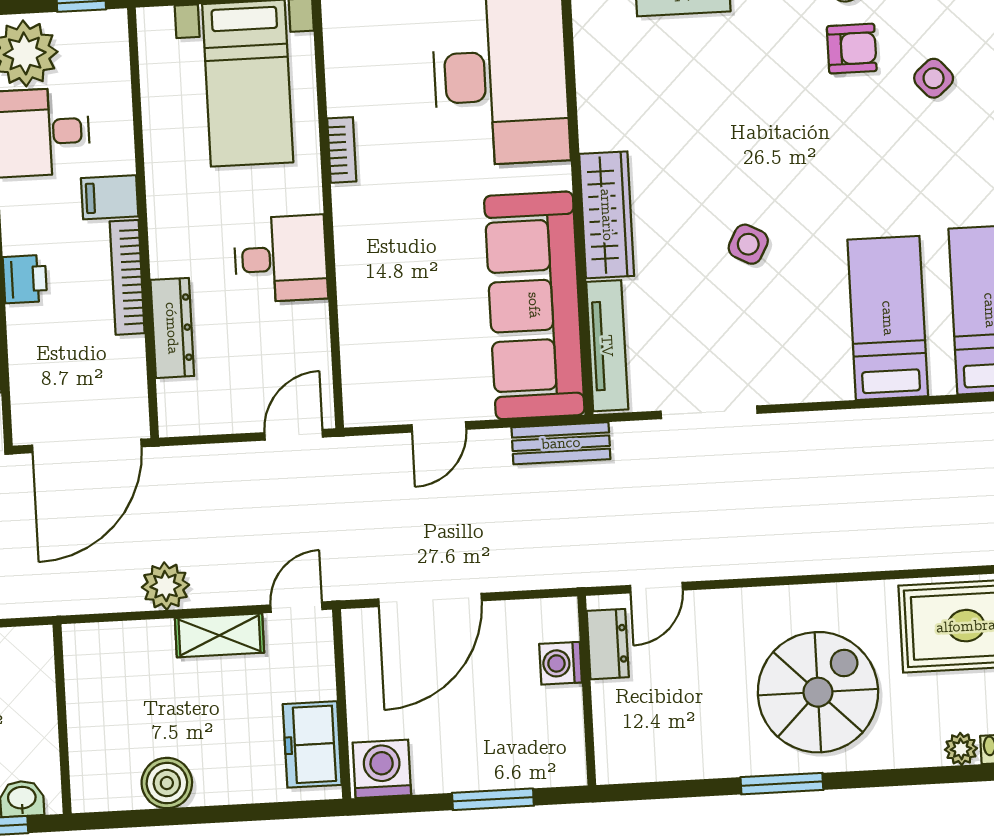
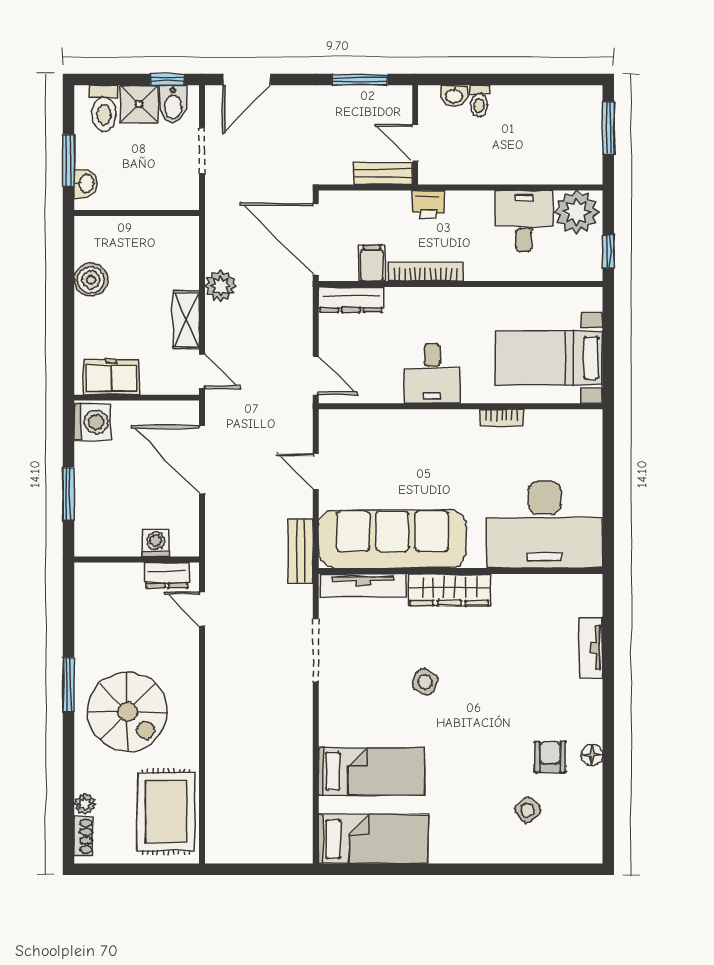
armchair: (852, 49) -> (550, 757), turned 180
filing cabinet: (110, 197) -> (372, 263), moved
dresser: (172, 328) -> (351, 300), moved

